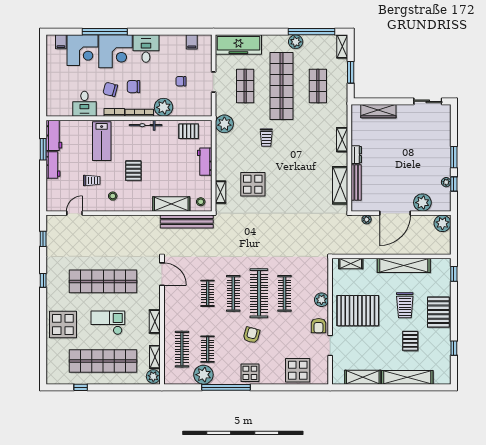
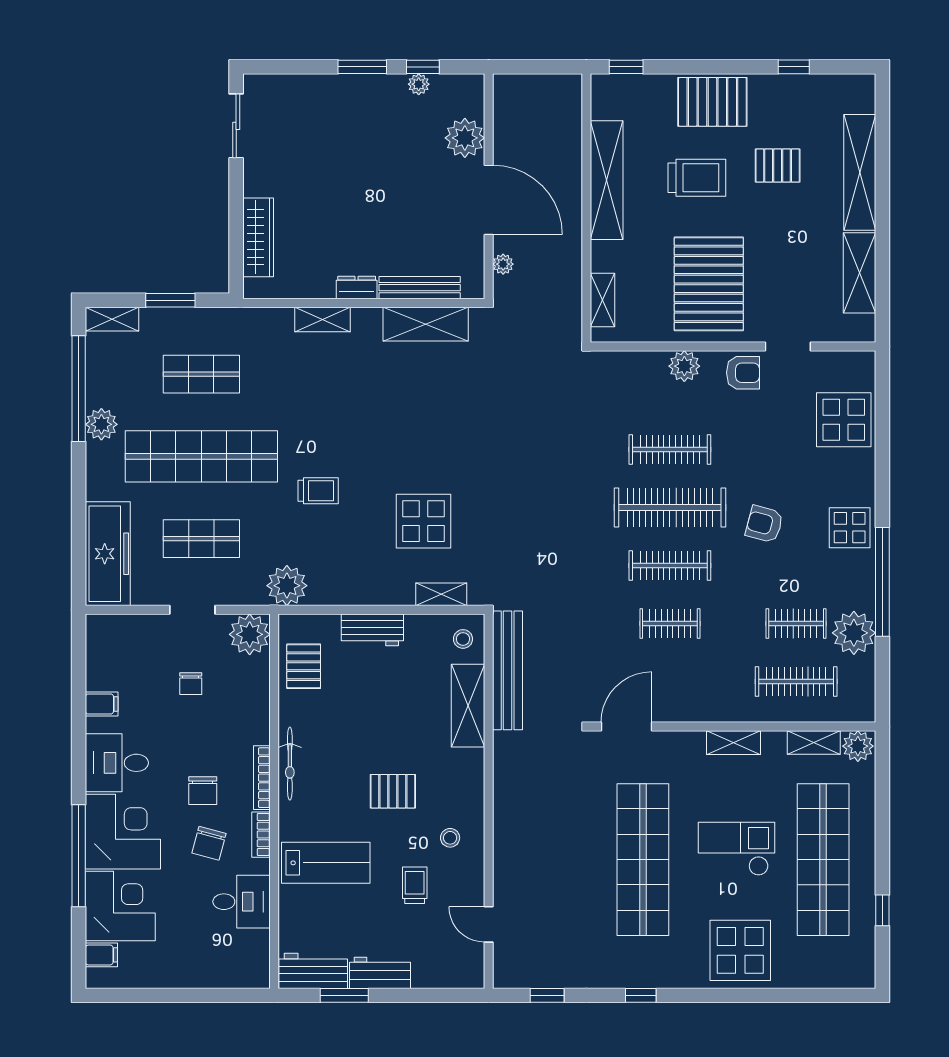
filing cabinet: (192, 42) -> (102, 704), moved
plant: (164, 107) -> (250, 634), moved
plant: (442, 223) -> (512, 93), removed
checkout: (108, 323) -> (736, 849), turned 90

